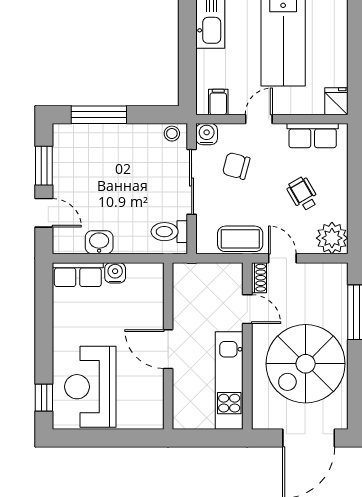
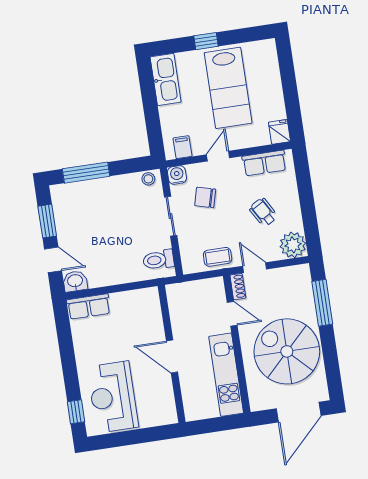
sliding door: (192, 182) -> (171, 216), width x0.73
coffee table: (240, 239) -> (218, 257), width x0.73, depth x0.77
washbasin: (99, 242) -> (75, 281), moved
water cooler: (115, 273) -> (119, 300), removed
spiral stairs: (306, 364) -> (287, 351), turned 90

